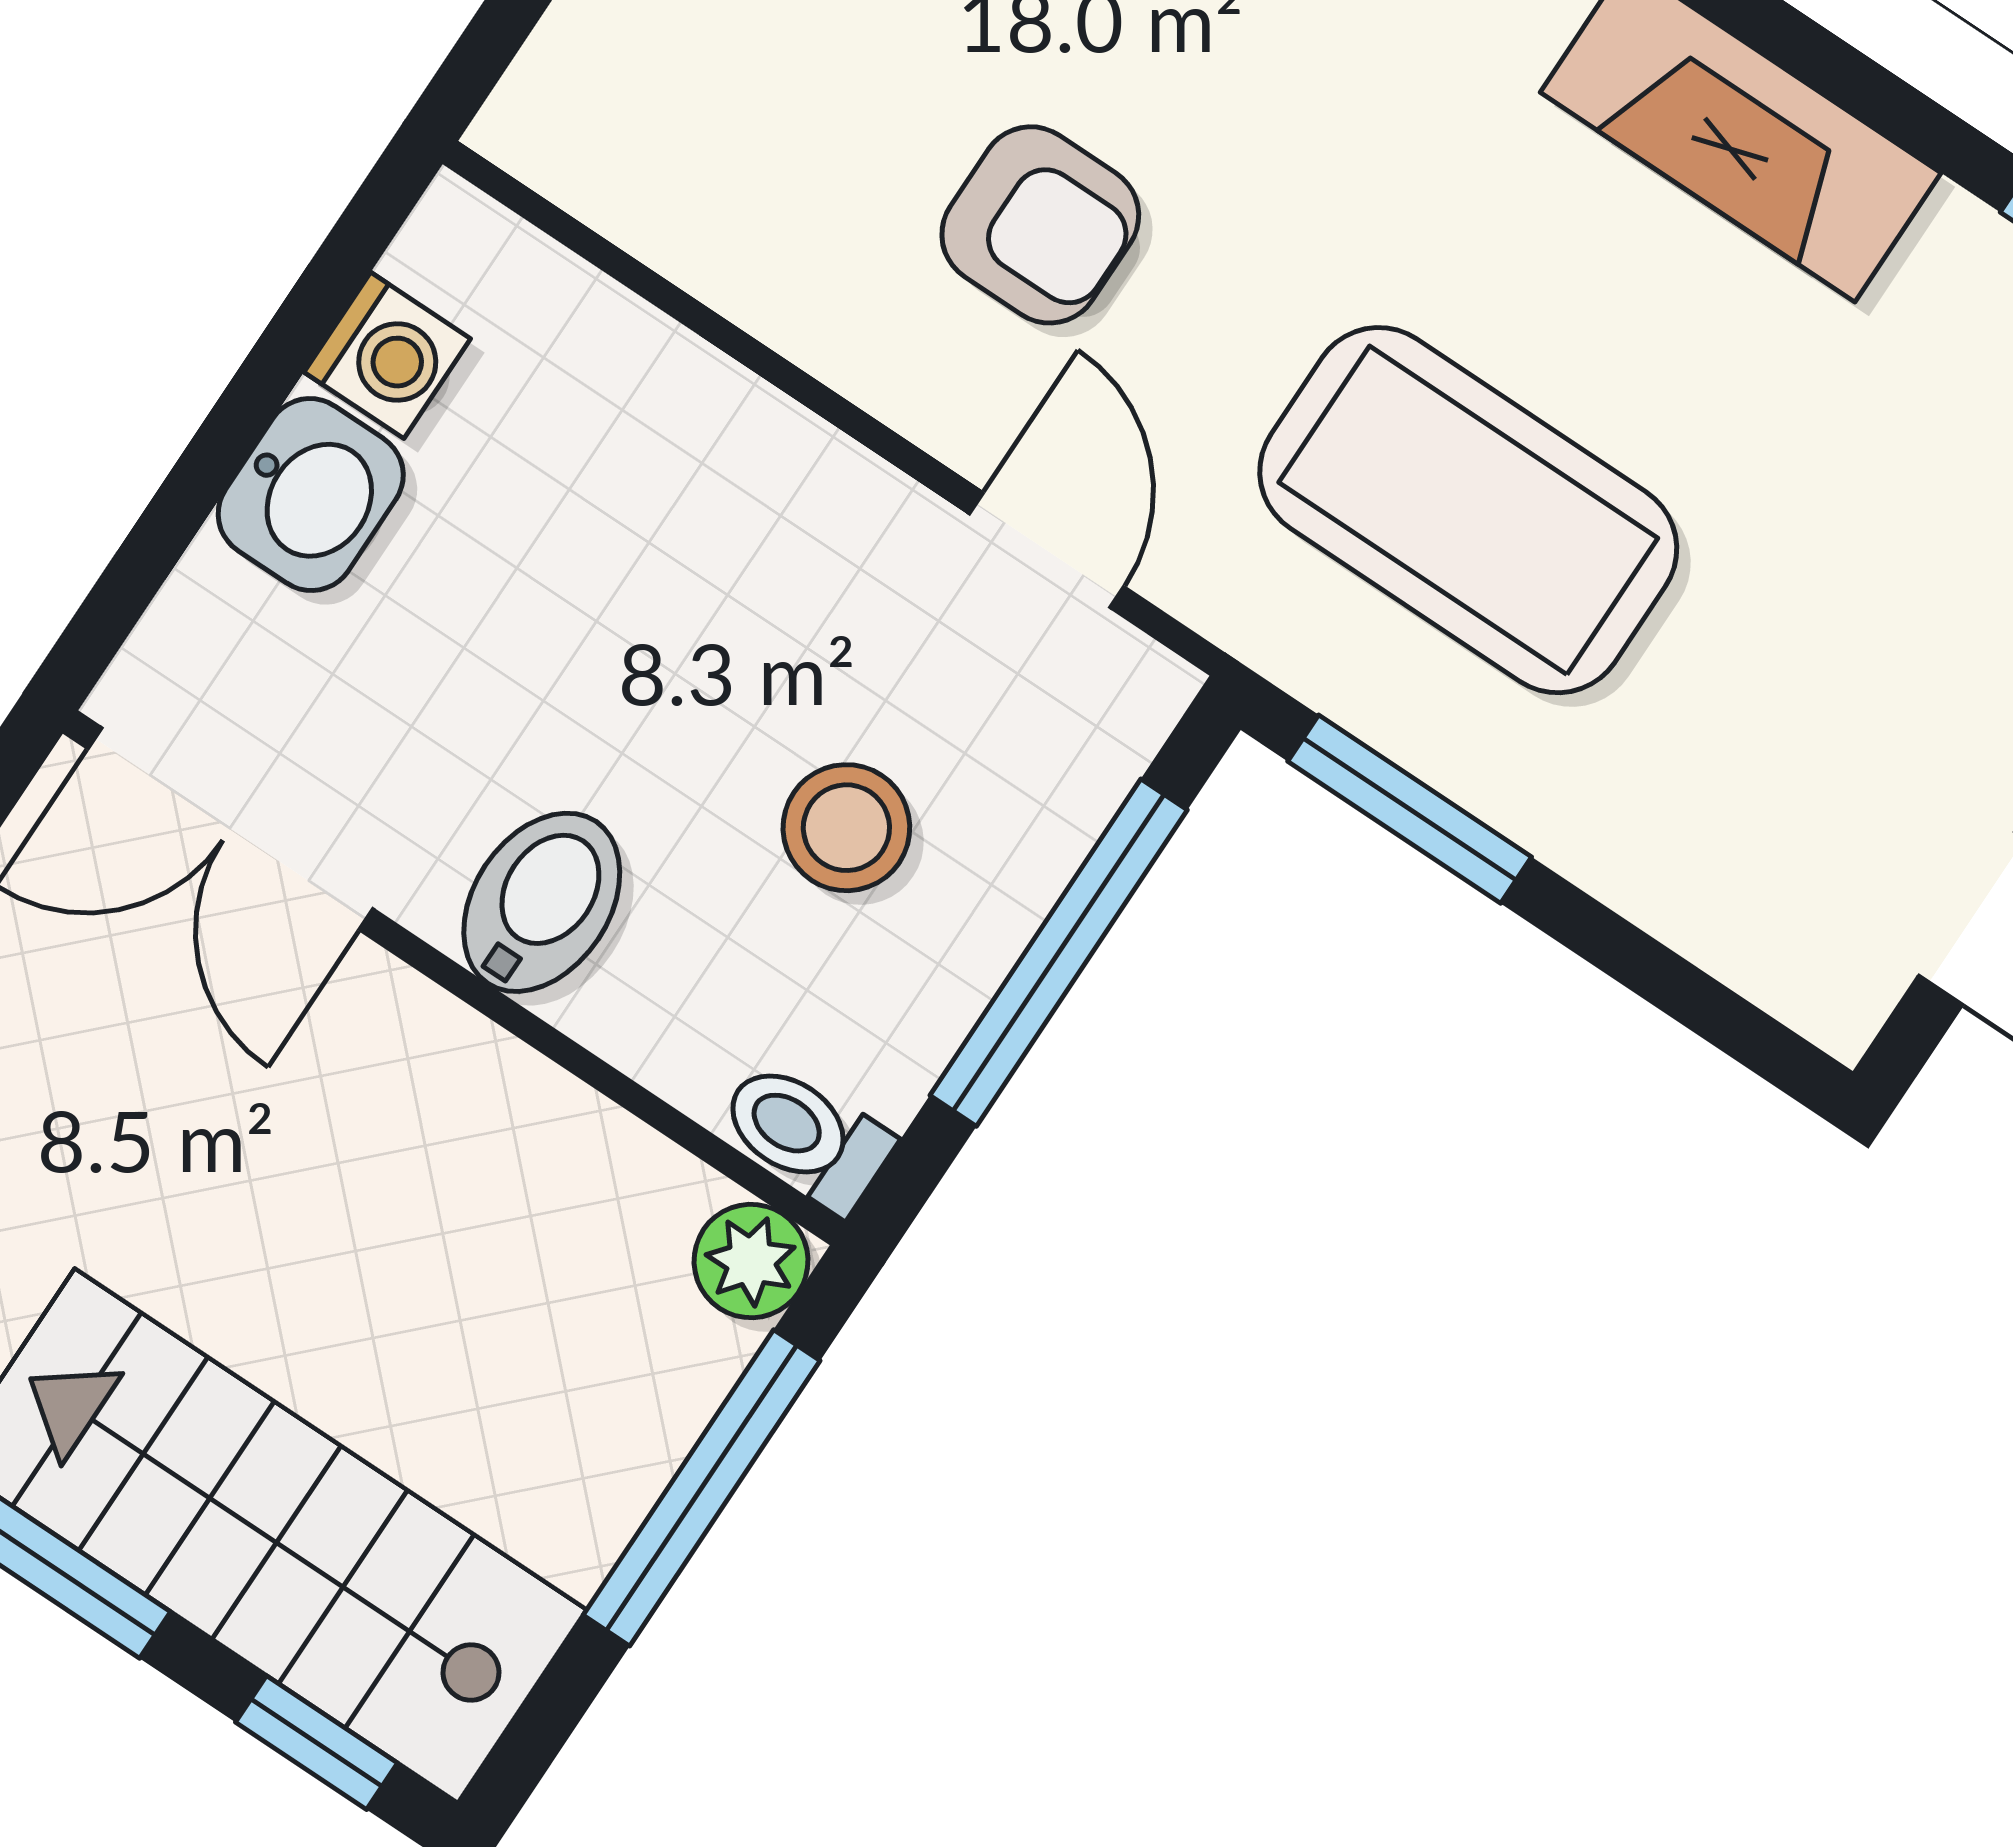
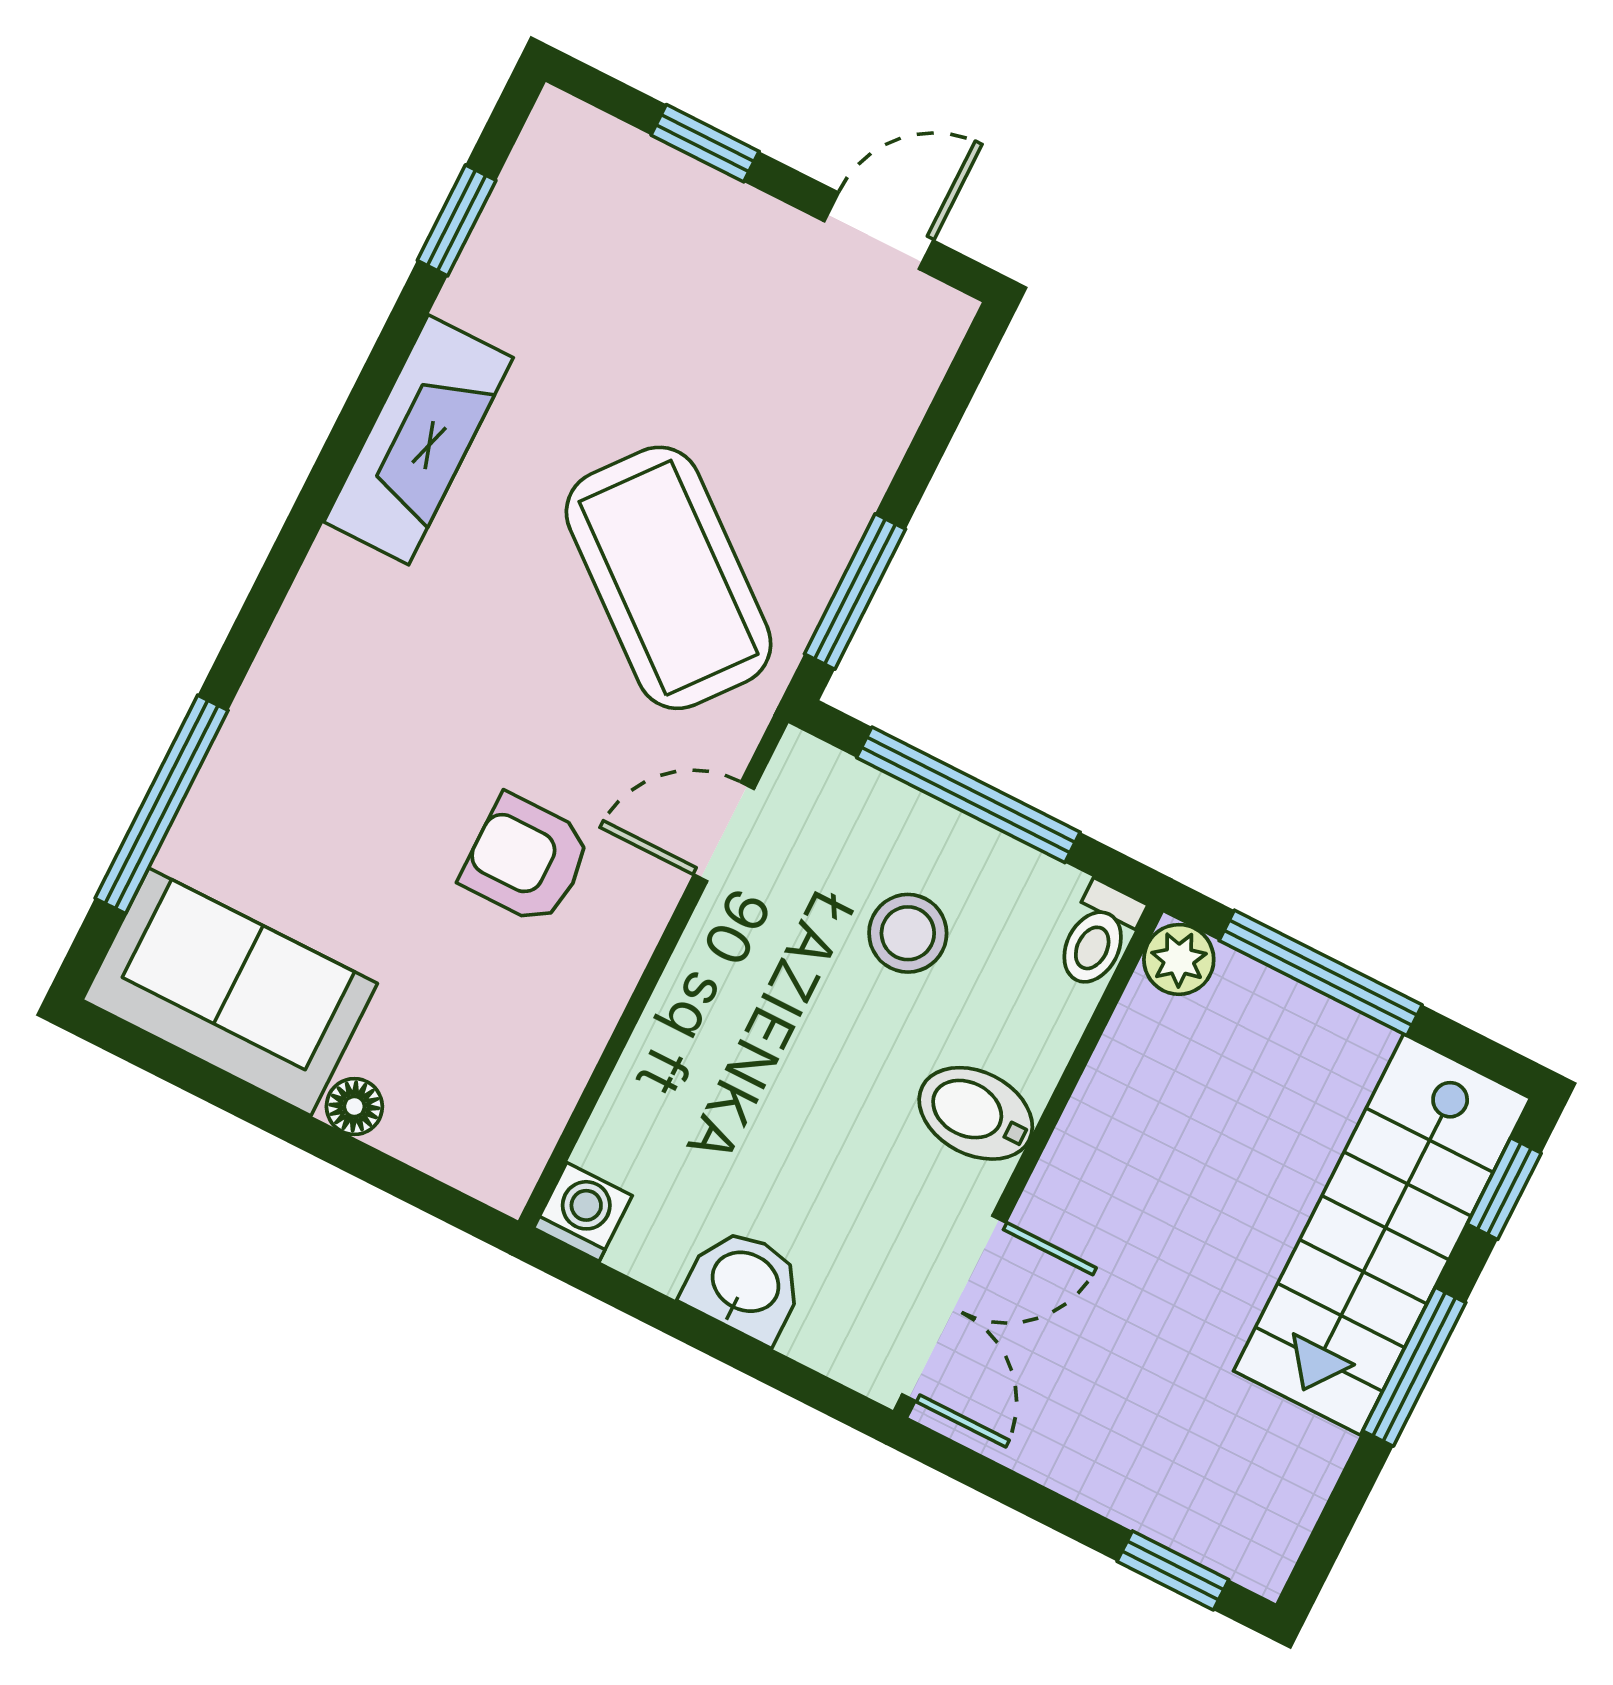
armchair: (1040, 225) -> (526, 860), turned -90
washing machine: (387, 355) -> (583, 1212), moved
coffee table: (1468, 510) -> (669, 578), turned -51

